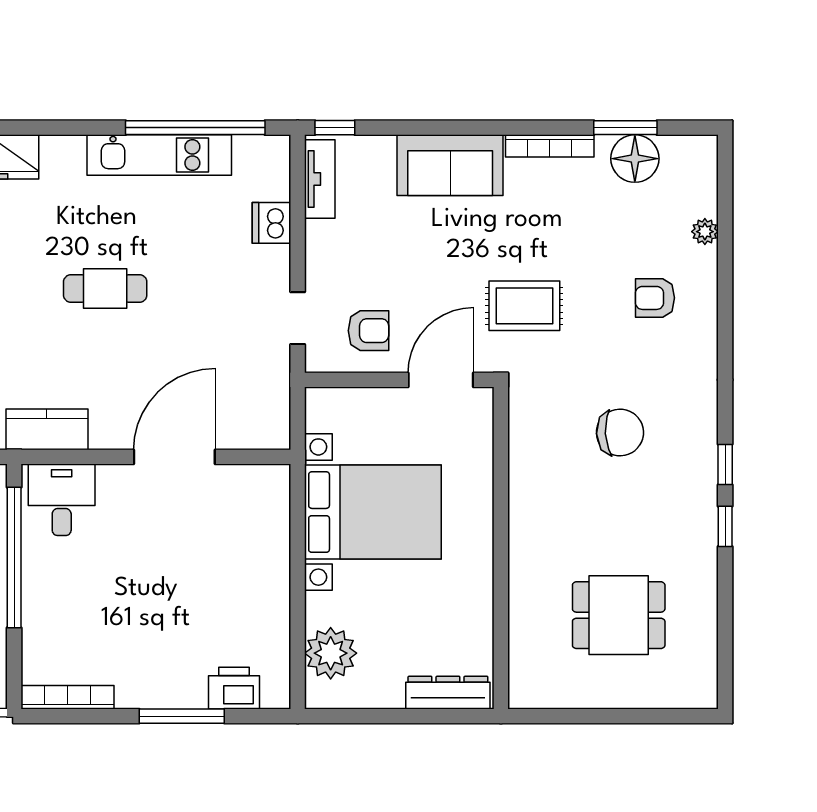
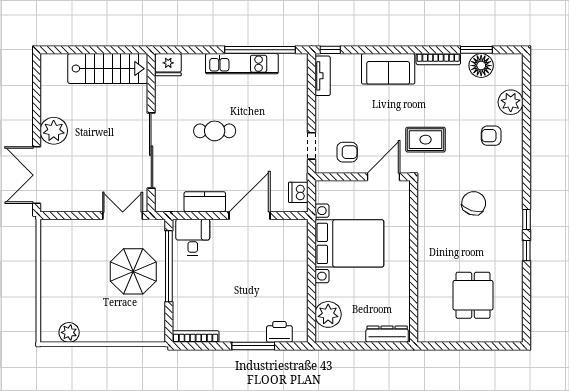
dishwasher: (272, 223) -> (298, 192), moved
plant: (705, 232) -> (511, 102), width x1.88, depth x1.88
kitchen counter: (47, 429) -> (205, 202), moved
chair: (620, 432) -> (474, 203), turned -69
dining table: (619, 615) -> (473, 295), turned 90

